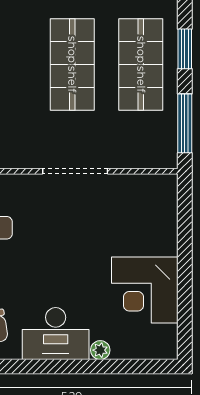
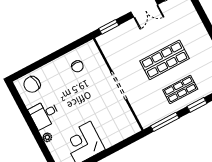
shop shelf: (141, 64) -> (180, 89), width x0.70, depth x0.74
desk: (56, 334) -> (44, 114), width x0.73

